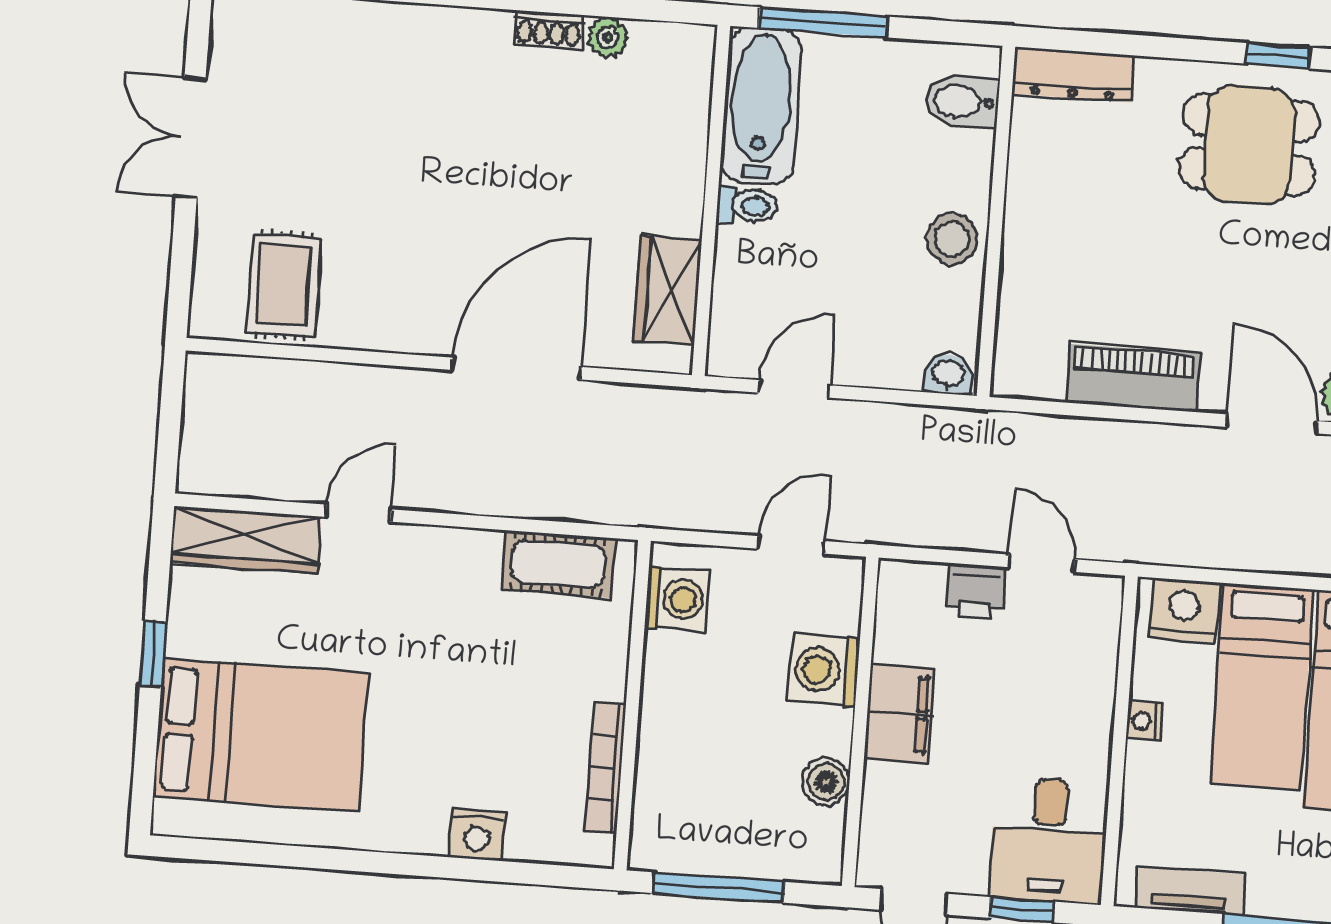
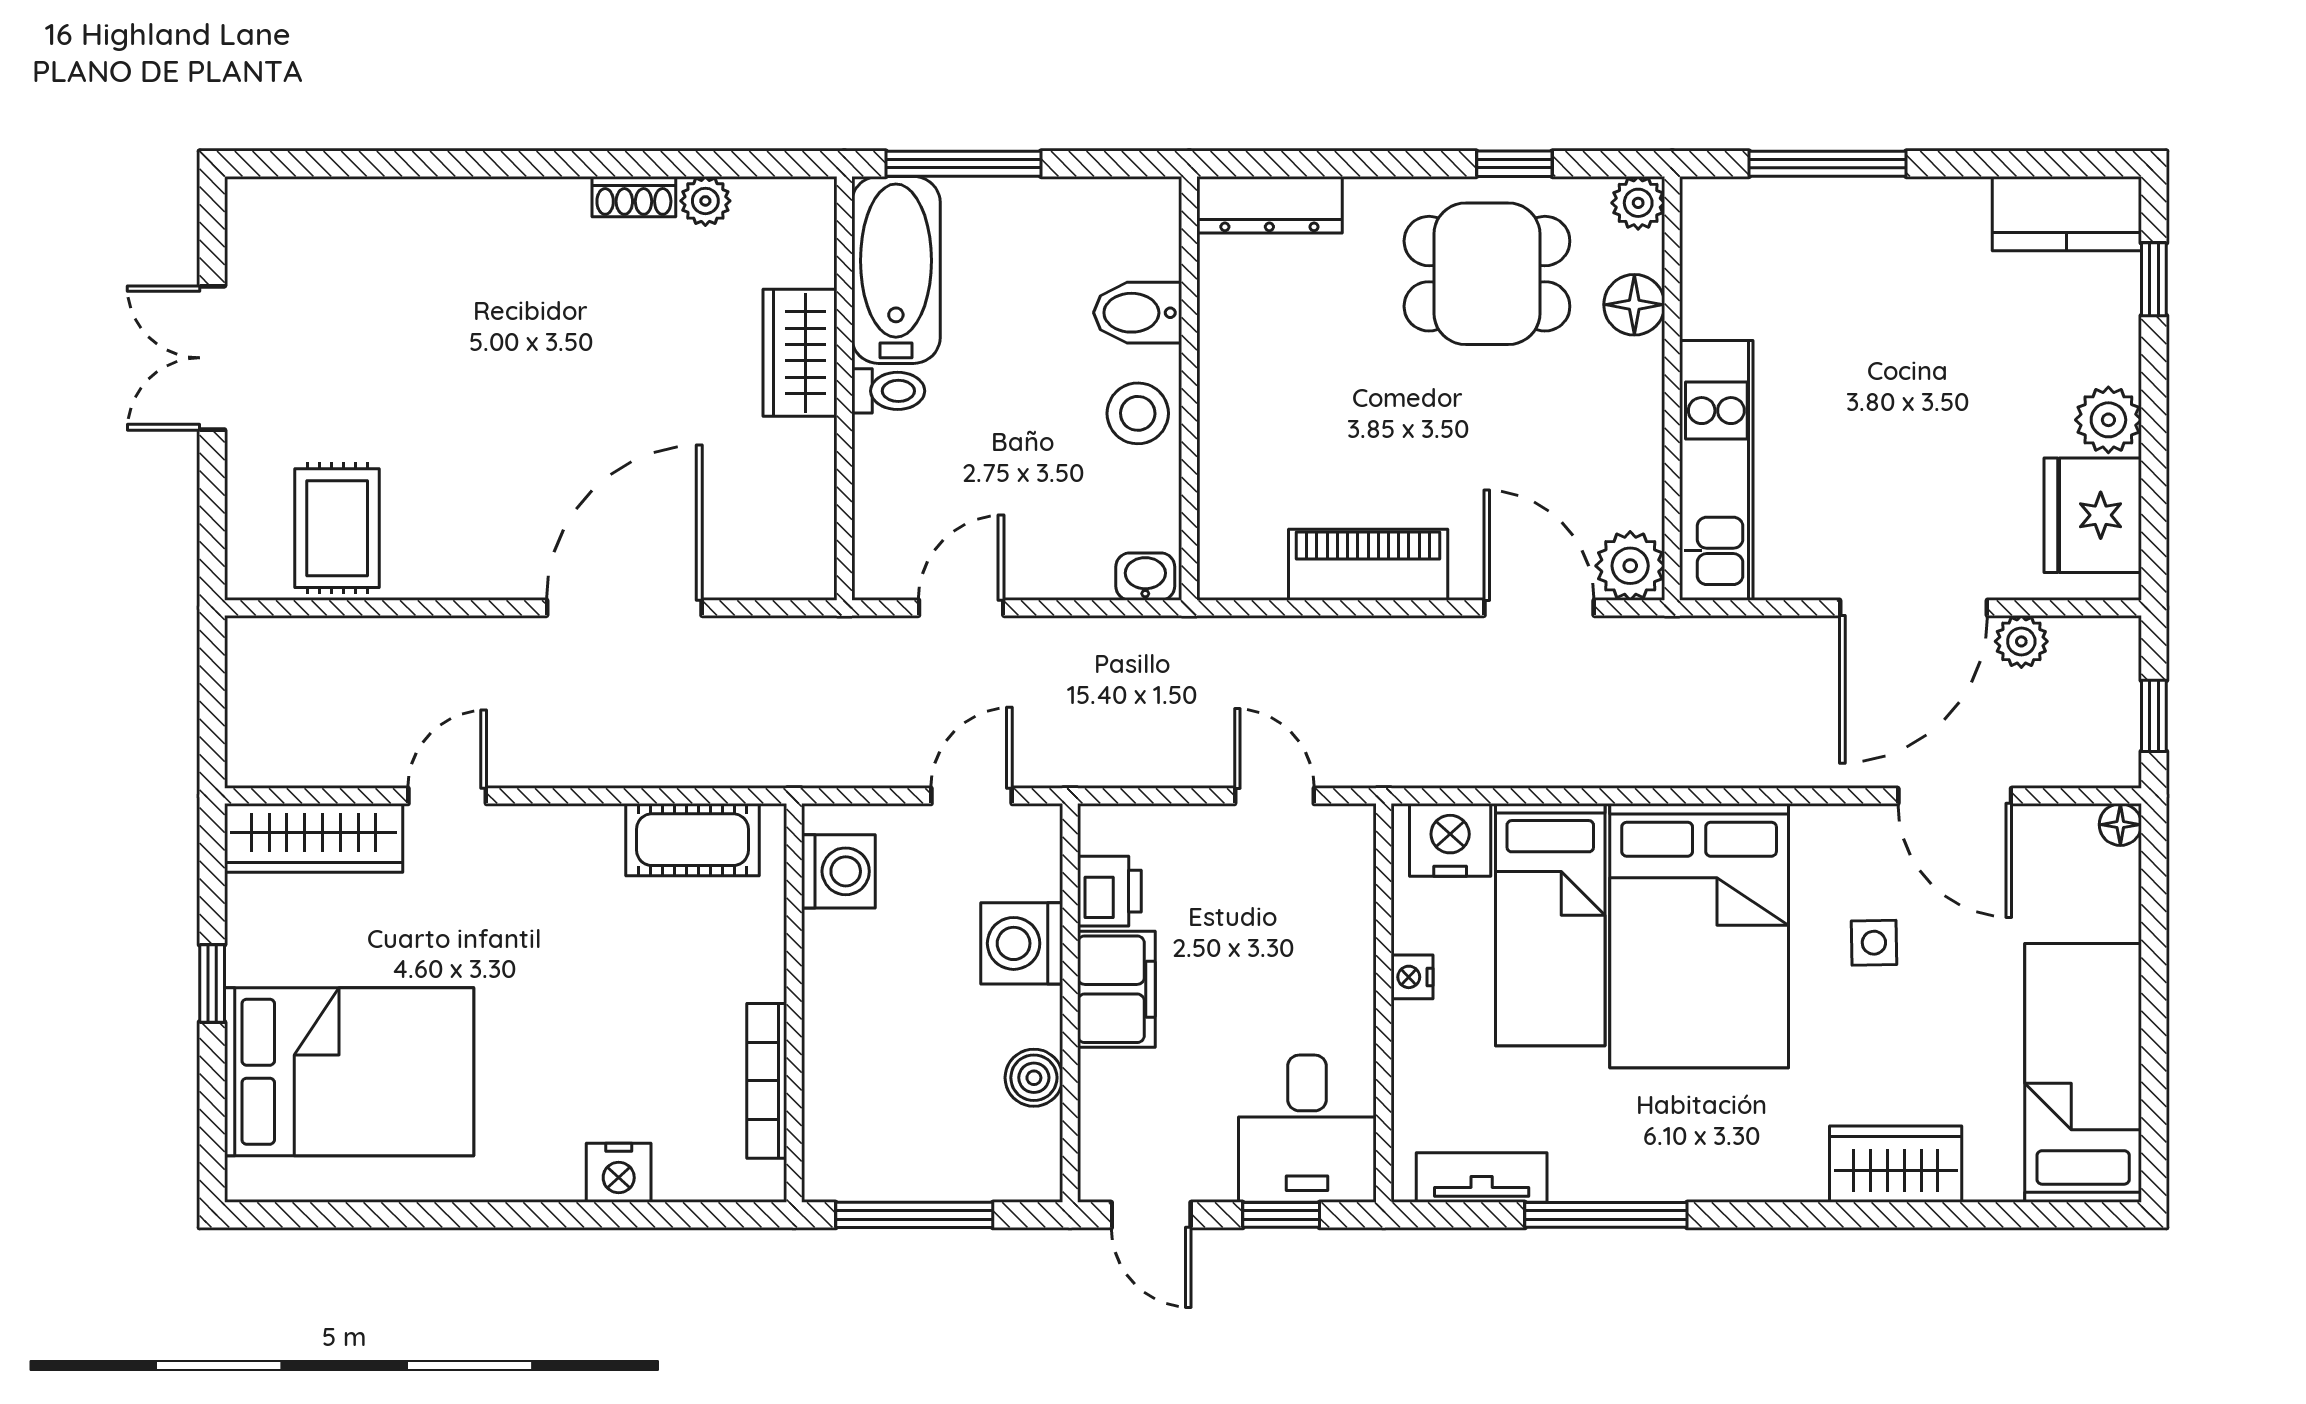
bidet: (962, 101) -> (1138, 313), moved
wardrobe: (668, 290) -> (800, 353), moved
printer: (976, 591) -> (1109, 891), moved, turned -90

